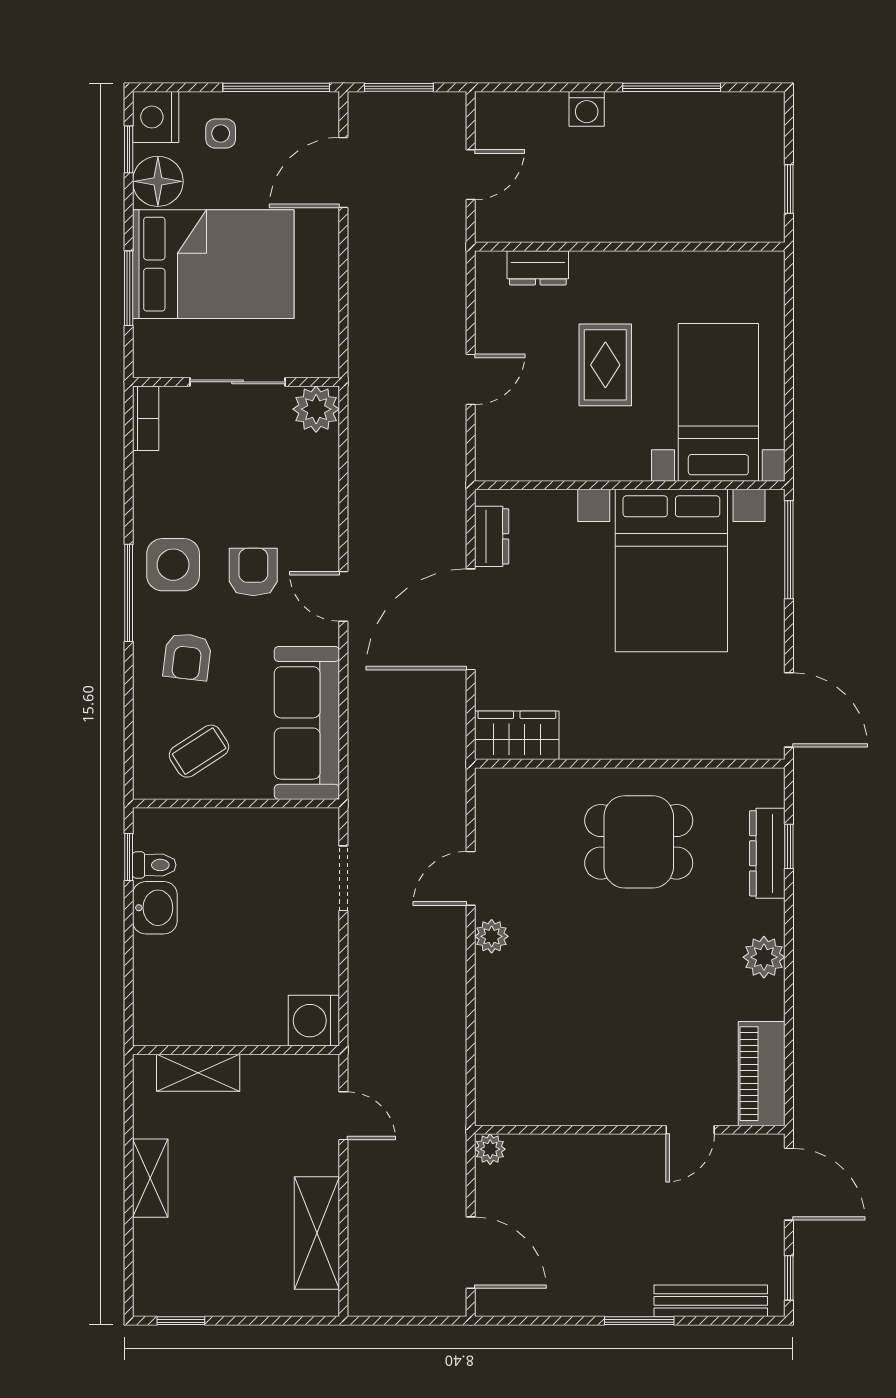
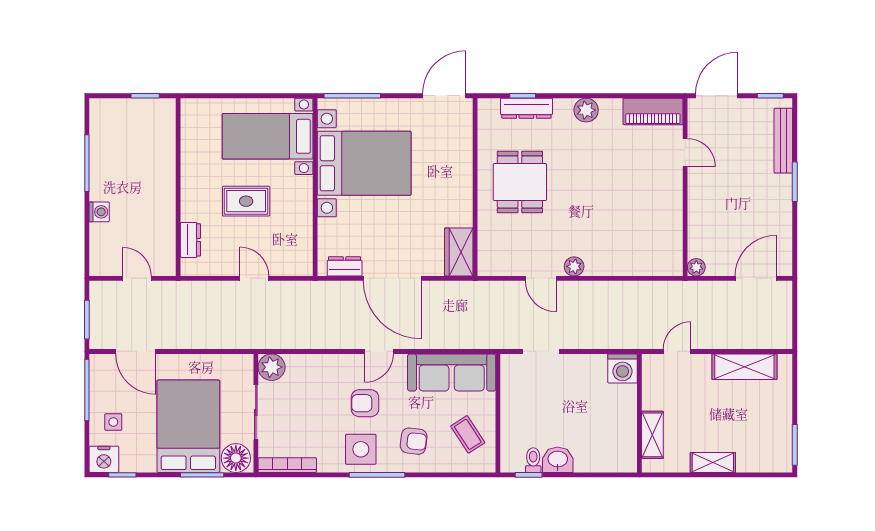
floor lamp: (158, 181) -> (236, 458), moved
bookcase: (146, 418) -> (287, 465), width x1.56
window: (181, 1321) -> (795, 445), width x1.50

